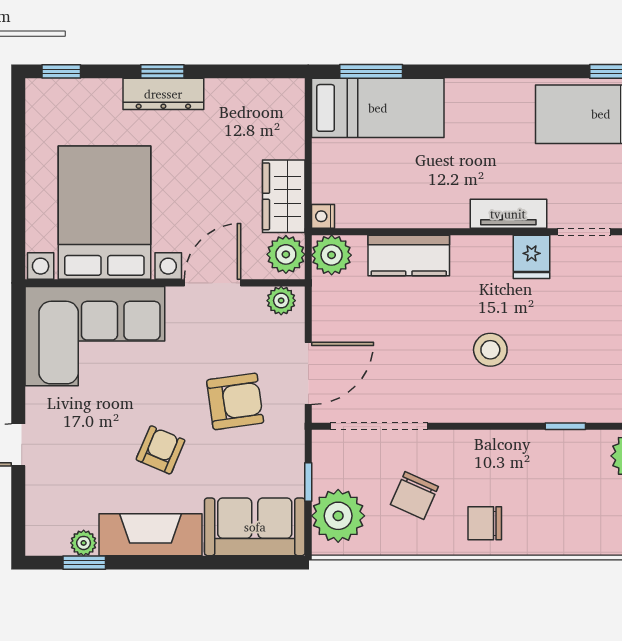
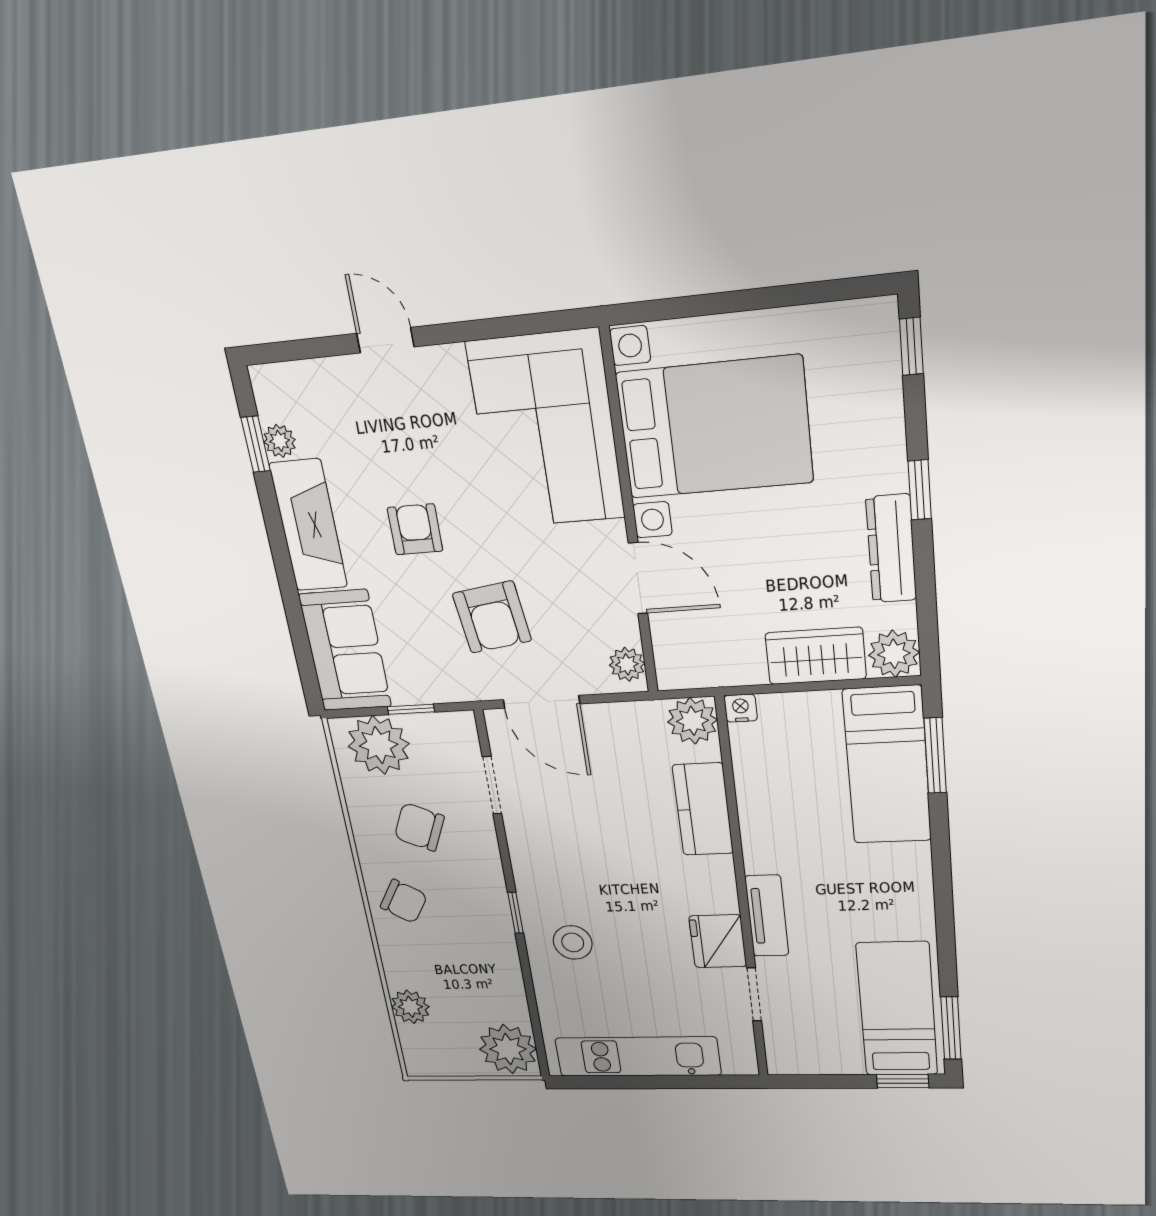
dresser: (163, 94) -> (891, 549), moved
wardrobe: (284, 196) -> (816, 656), moved
plant: (286, 254) -> (894, 654), moved
fridge: (532, 257) -> (718, 941), width x1.38
stool: (490, 350) -> (573, 942), moved
doorway: (379, 426) -> (492, 785), width x0.53
window: (565, 426) -> (515, 913), moved
armchair: (161, 450) -> (415, 529), turned -113
chair: (485, 523) -> (404, 901), turned 122
plant: (592, 538) -> (410, 1007), added

